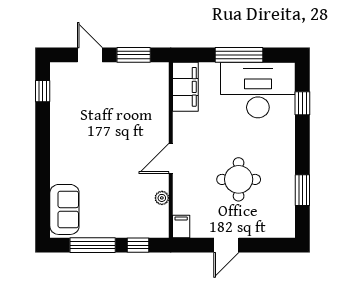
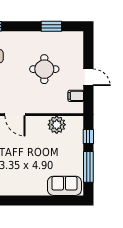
door: (171, 158) -> (15, 115), moved
plant: (162, 198) -> (57, 125), width x1.88, depth x1.88
filing cabinet: (181, 226) -> (76, 96), moved

